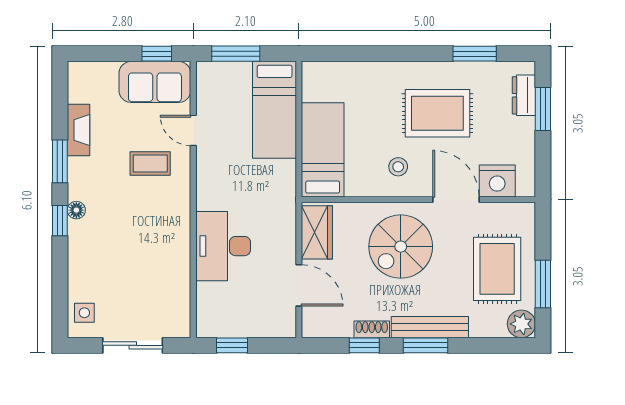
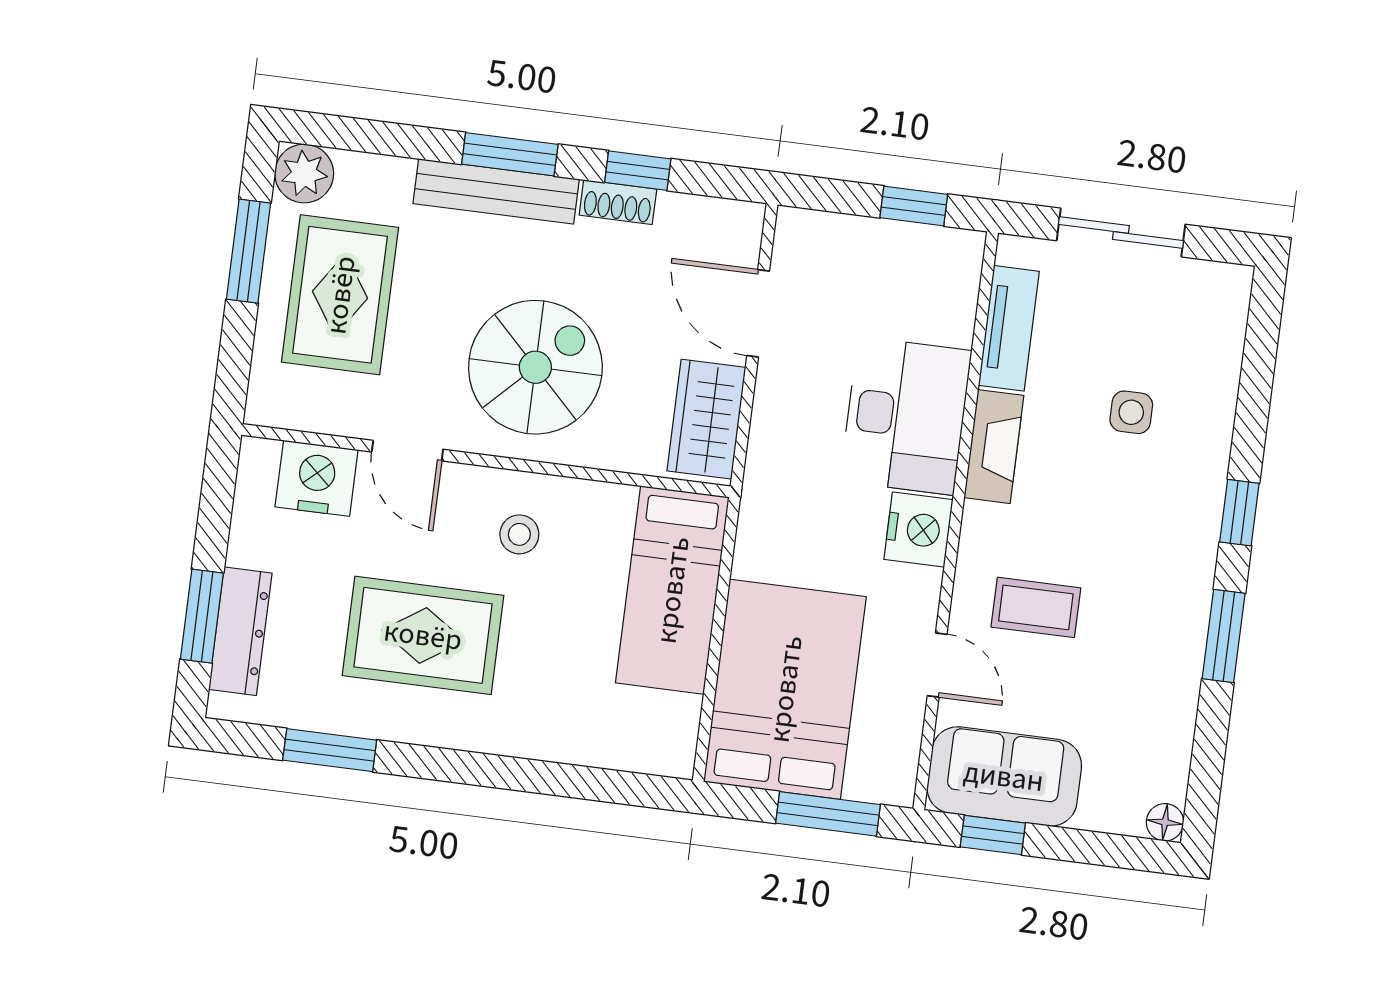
dresser: (524, 95) -> (240, 631), width x1.44
bed: (275, 110) -> (785, 689), width x1.50
fireplace: (79, 130) -> (994, 447), moved, turned 180
nightstand: (210, 193) -> (918, 530), added
door: (456, 200) -> (407, 451), width x0.73
floor lamp: (76, 210) -> (1165, 822), moved
tv unit: (180, 294) -> (1009, 328), added
side table: (84, 313) -> (1131, 412), moved

